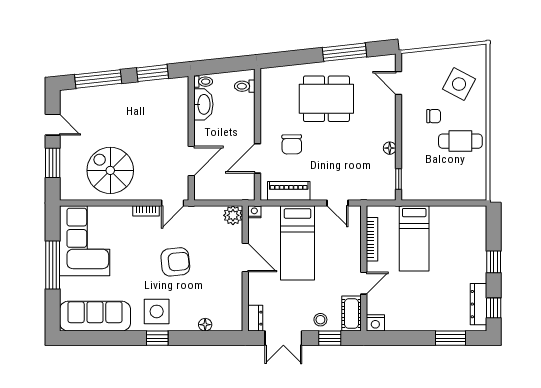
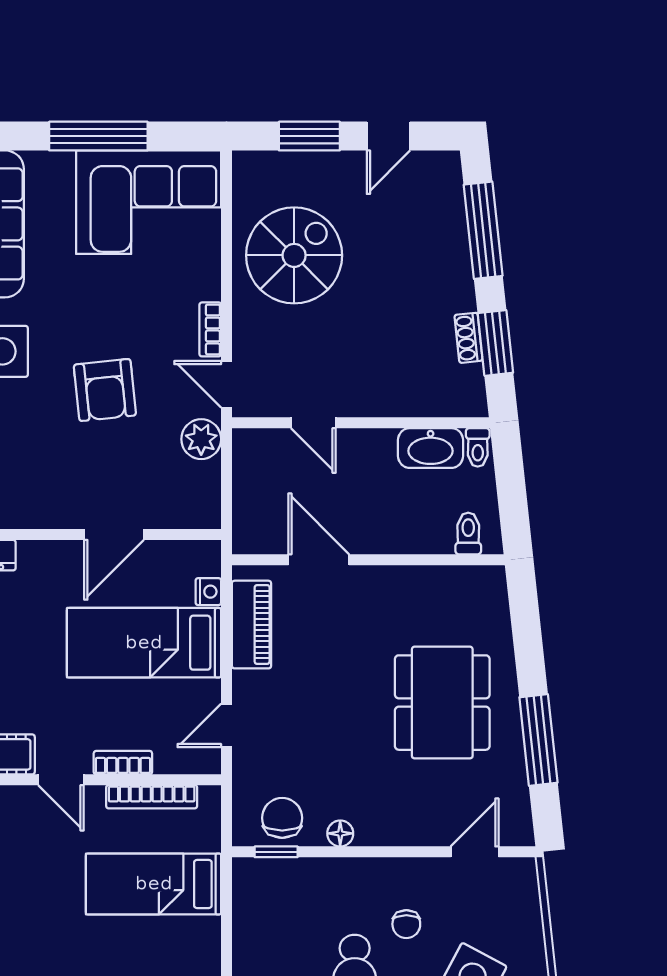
shoe rack: (150, 86) -> (468, 338), added
chair: (292, 144) -> (282, 818), moved, turned 91
door: (191, 161) -> (313, 423), width x0.73
nightstand: (254, 212) -> (208, 592), moved
plant: (233, 215) -> (201, 439), moved
bookcase: (355, 253) -> (123, 763), added

